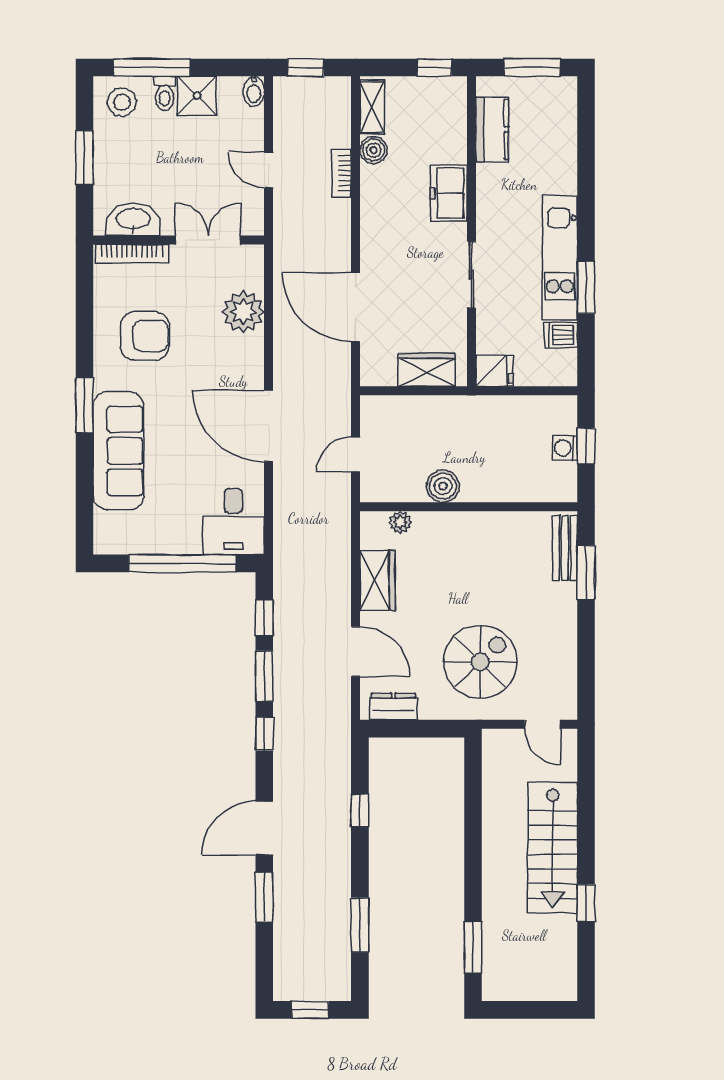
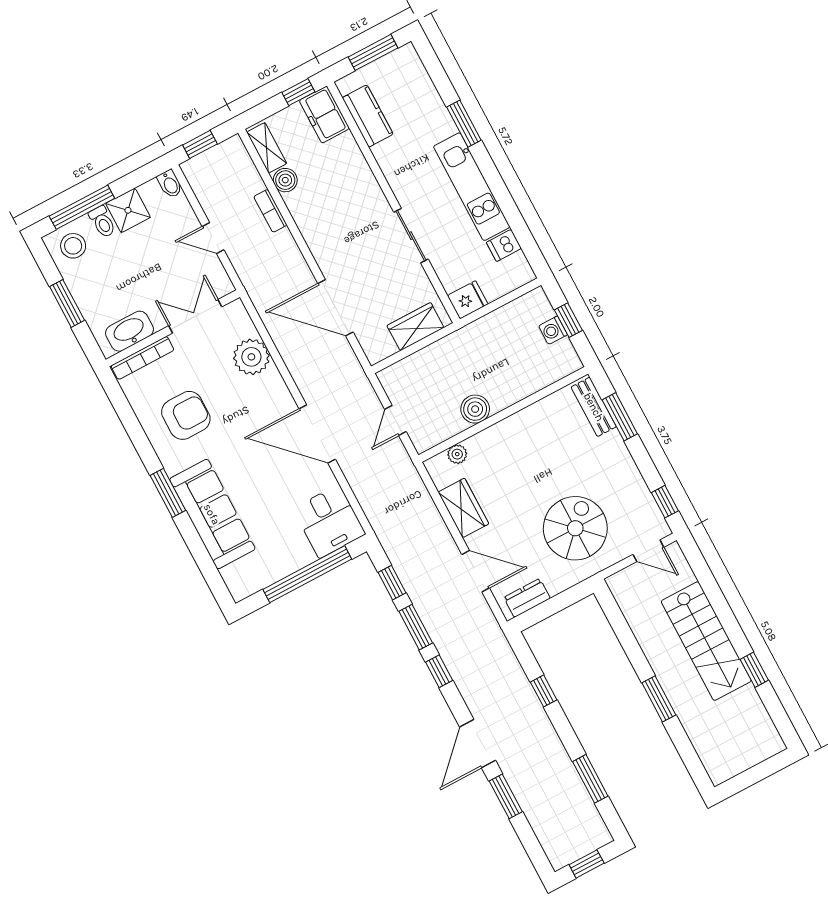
freezer: (449, 193) -> (324, 115), moved
window: (586, 287) -> (464, 124), moved
window: (586, 683) -> (665, 502), added
window: (473, 947) -> (659, 699), moved

